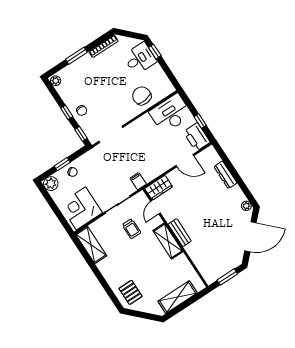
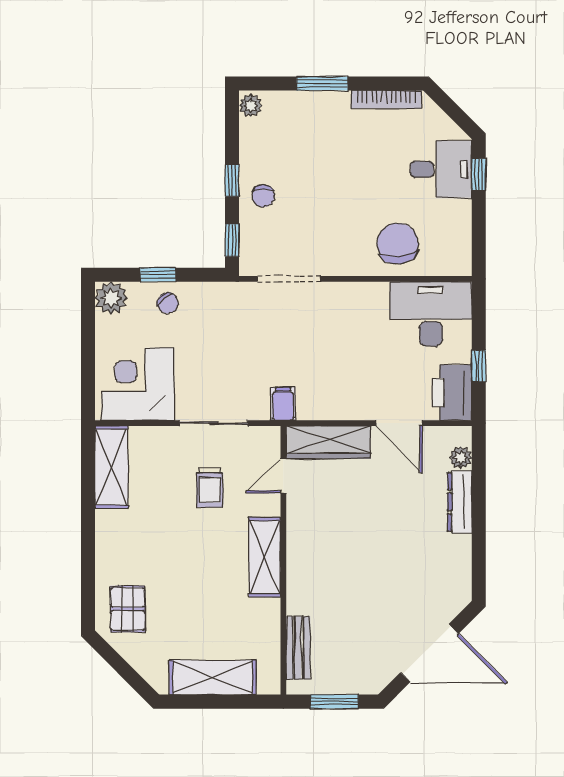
wardrobe: (159, 188) -> (328, 442), width x1.50
plant: (246, 206) -> (461, 458), moved
bench: (180, 233) -> (298, 648), moved

